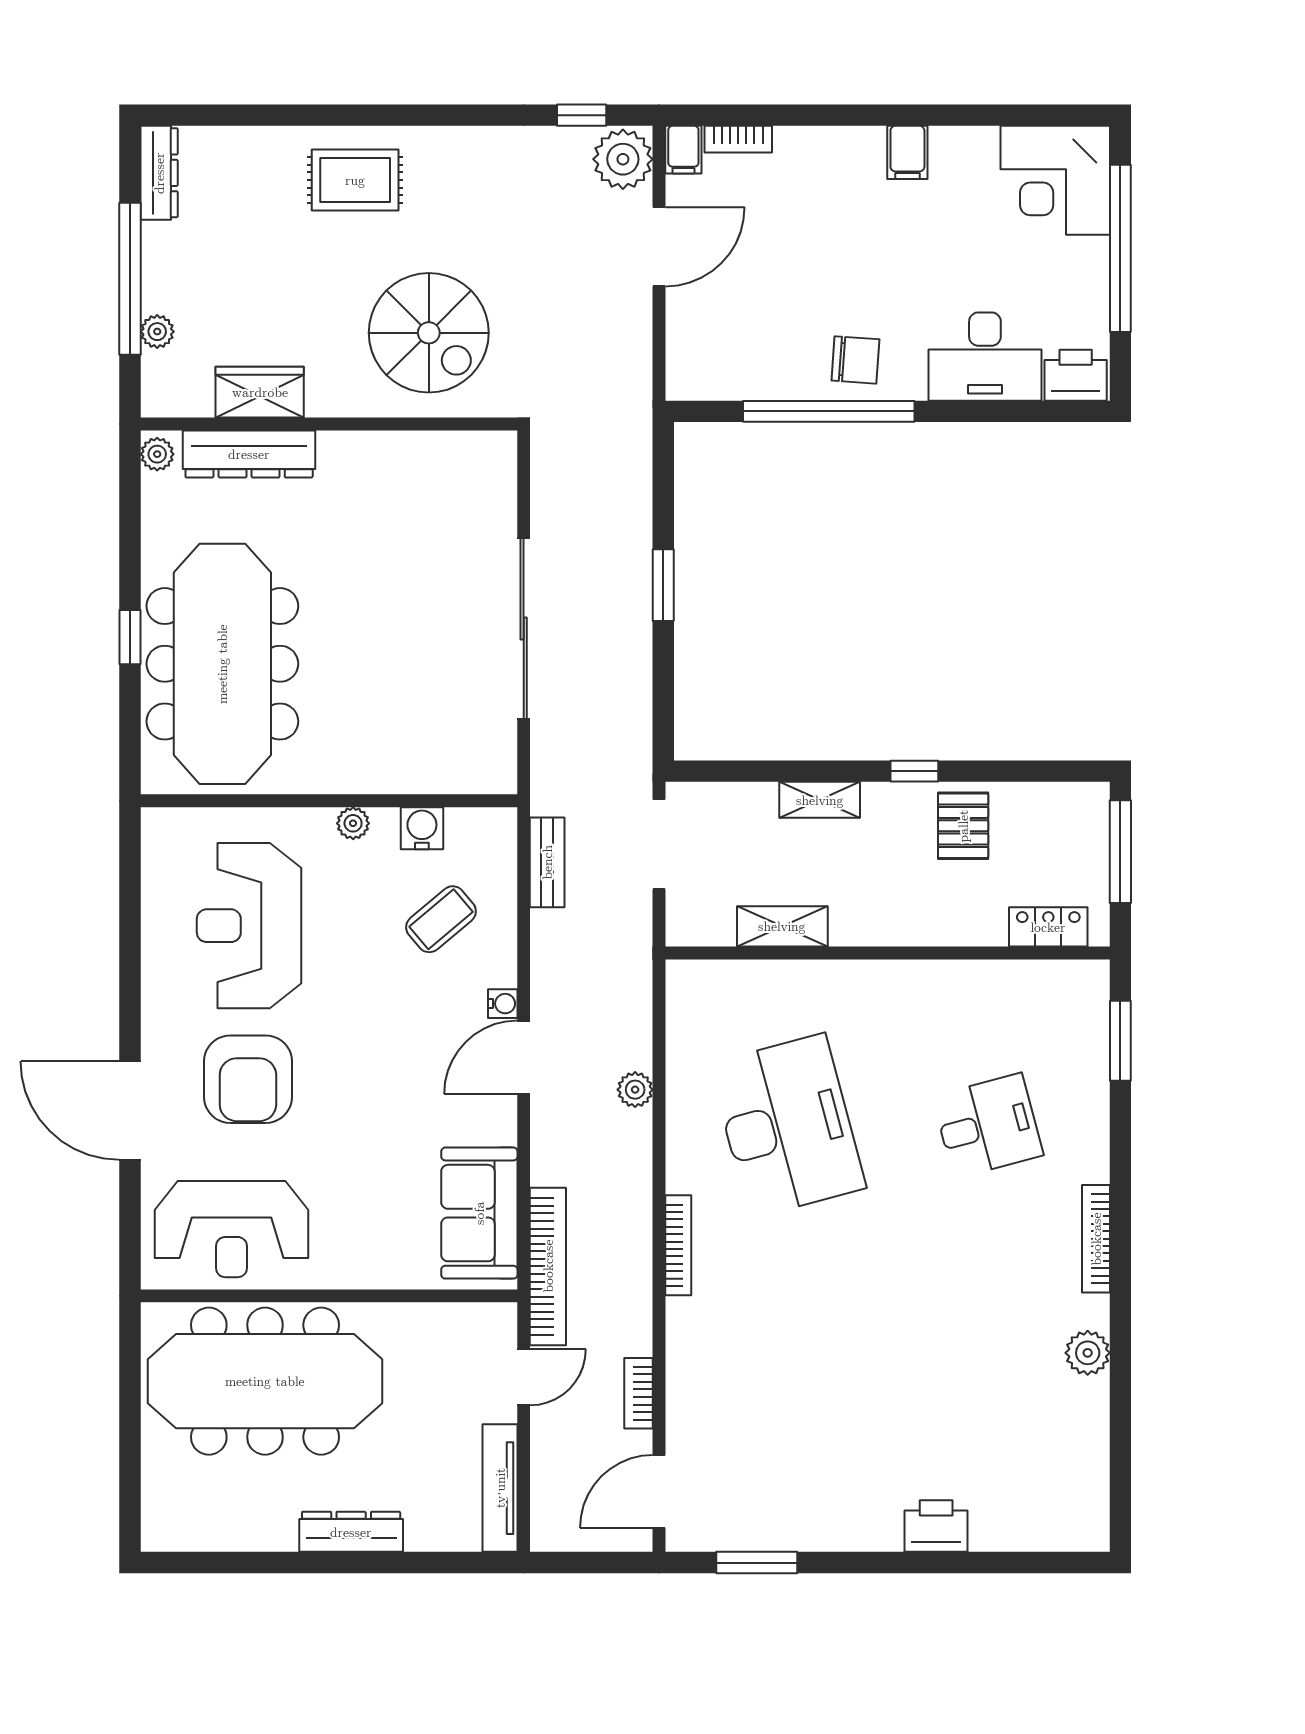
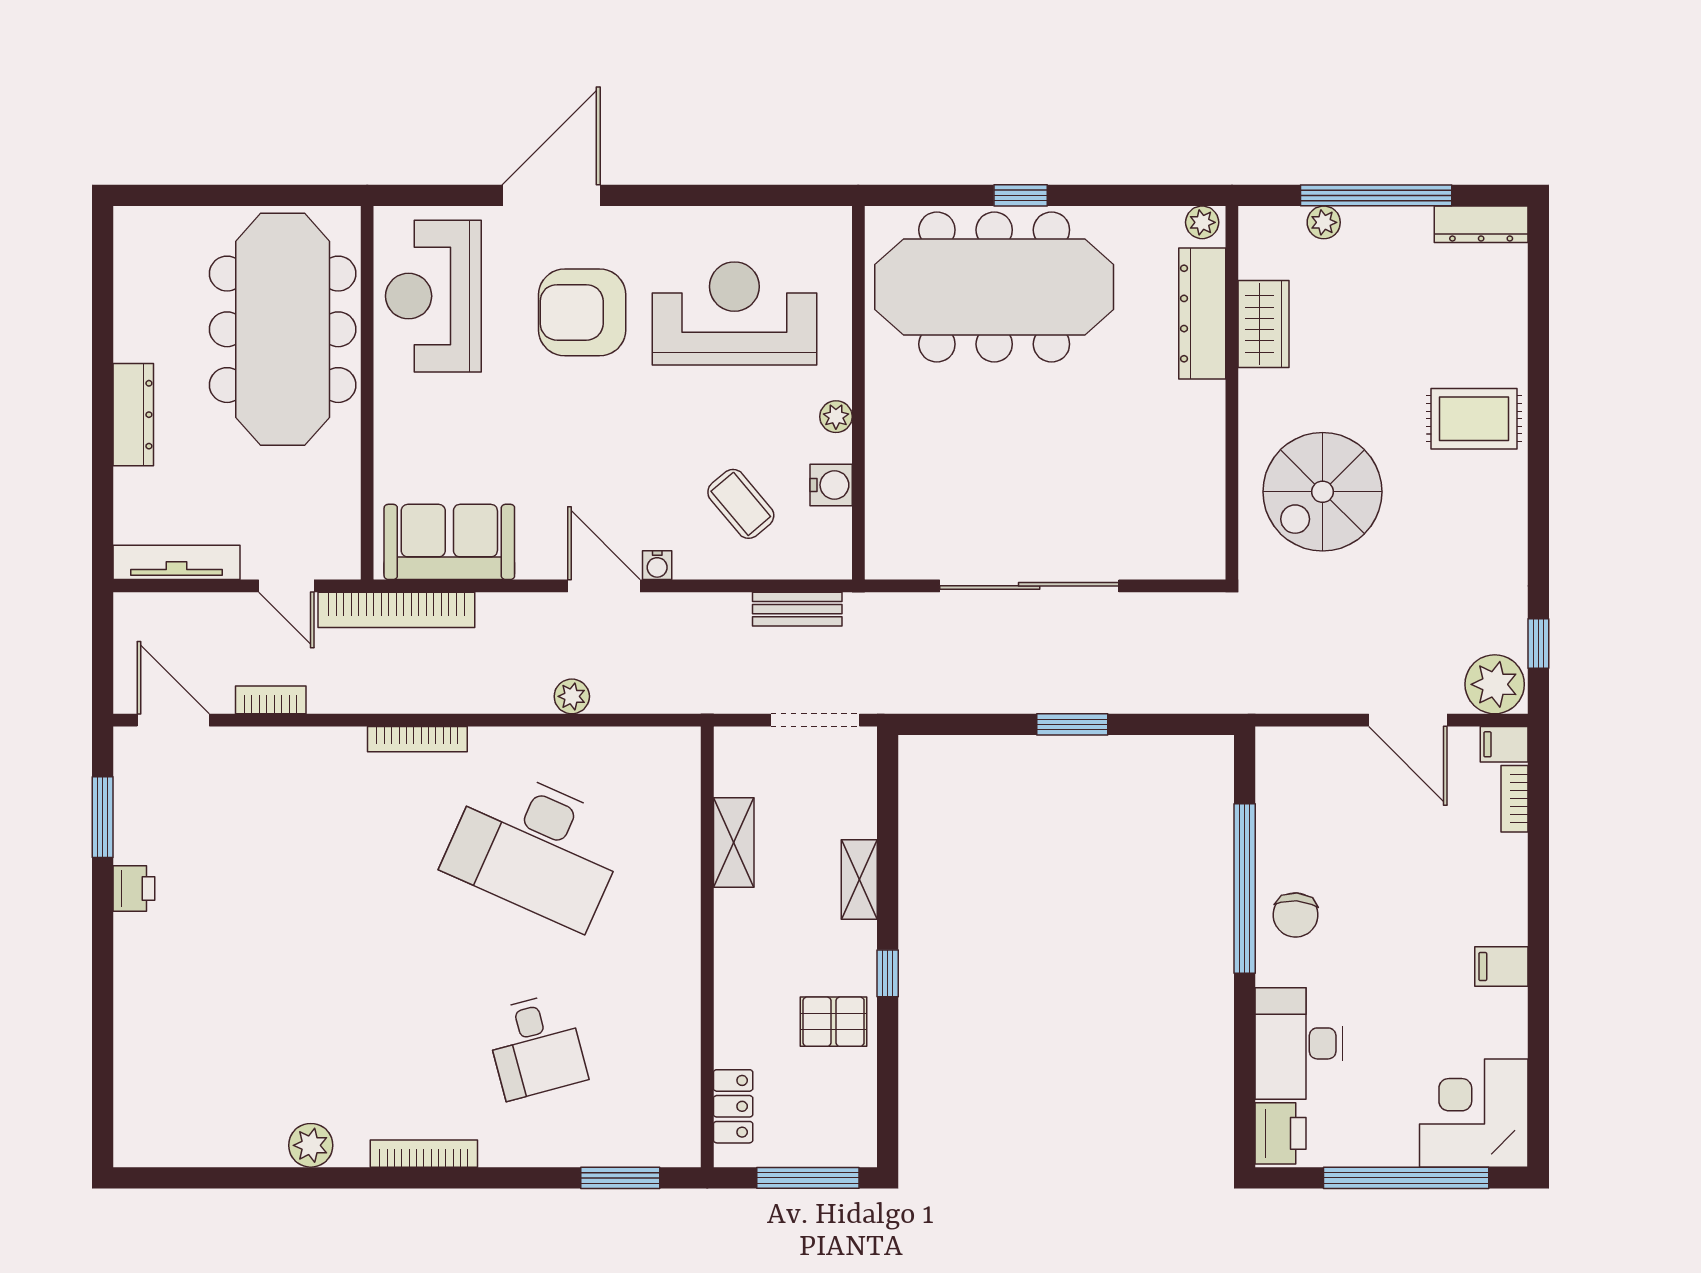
rug: (355, 180) -> (1474, 419), turned 90
desk: (787, 1126) -> (536, 848), turned 39
printer: (936, 1526) -> (134, 889), moved, width x0.73, depth x0.81

